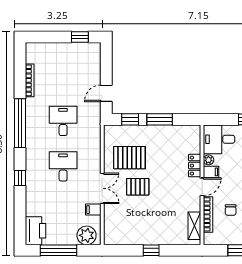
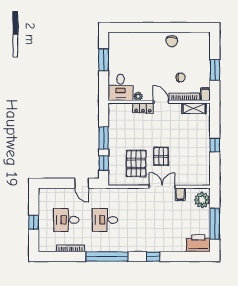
window: (80, 37) -> (34, 222), moved
desk: (63, 166) -> (66, 220), moved
filing cabinet: (211, 172) -> (205, 94), moved

